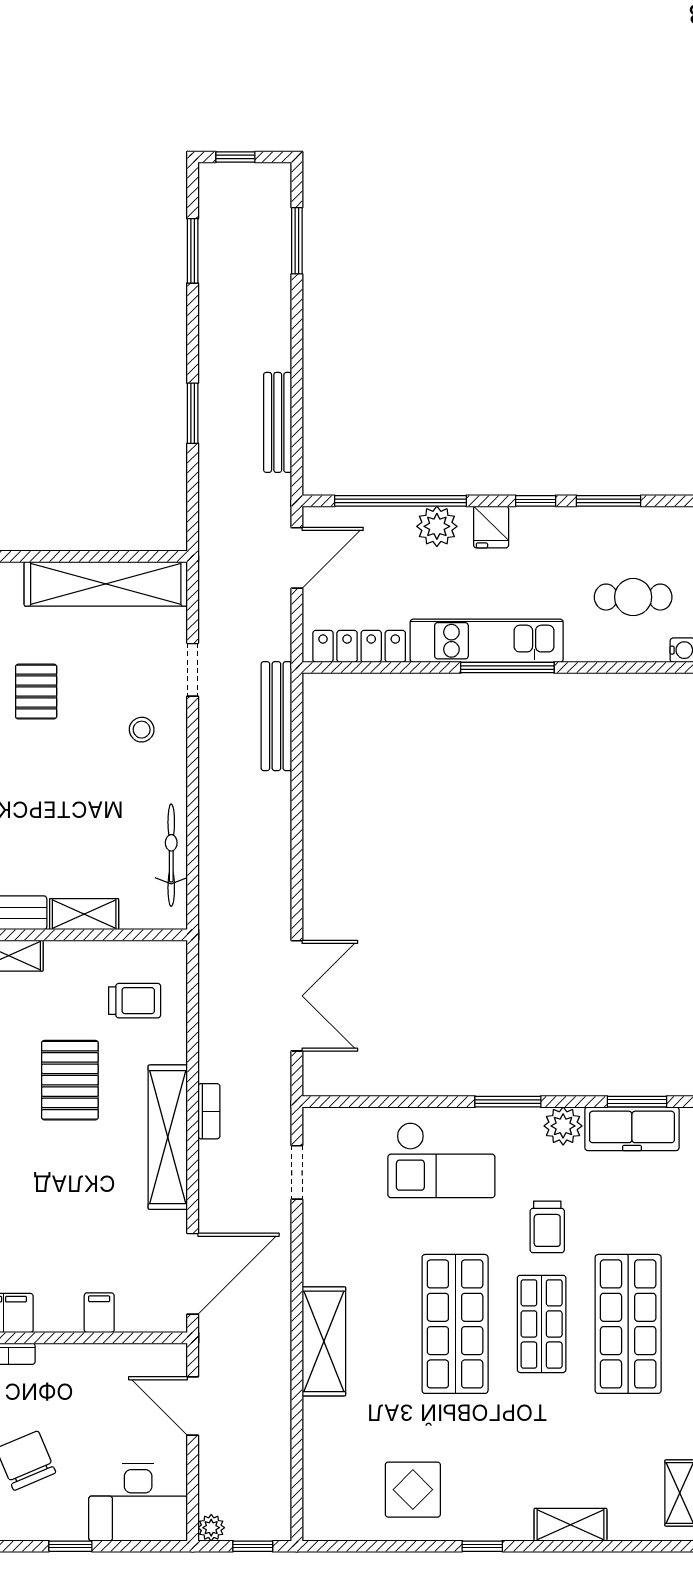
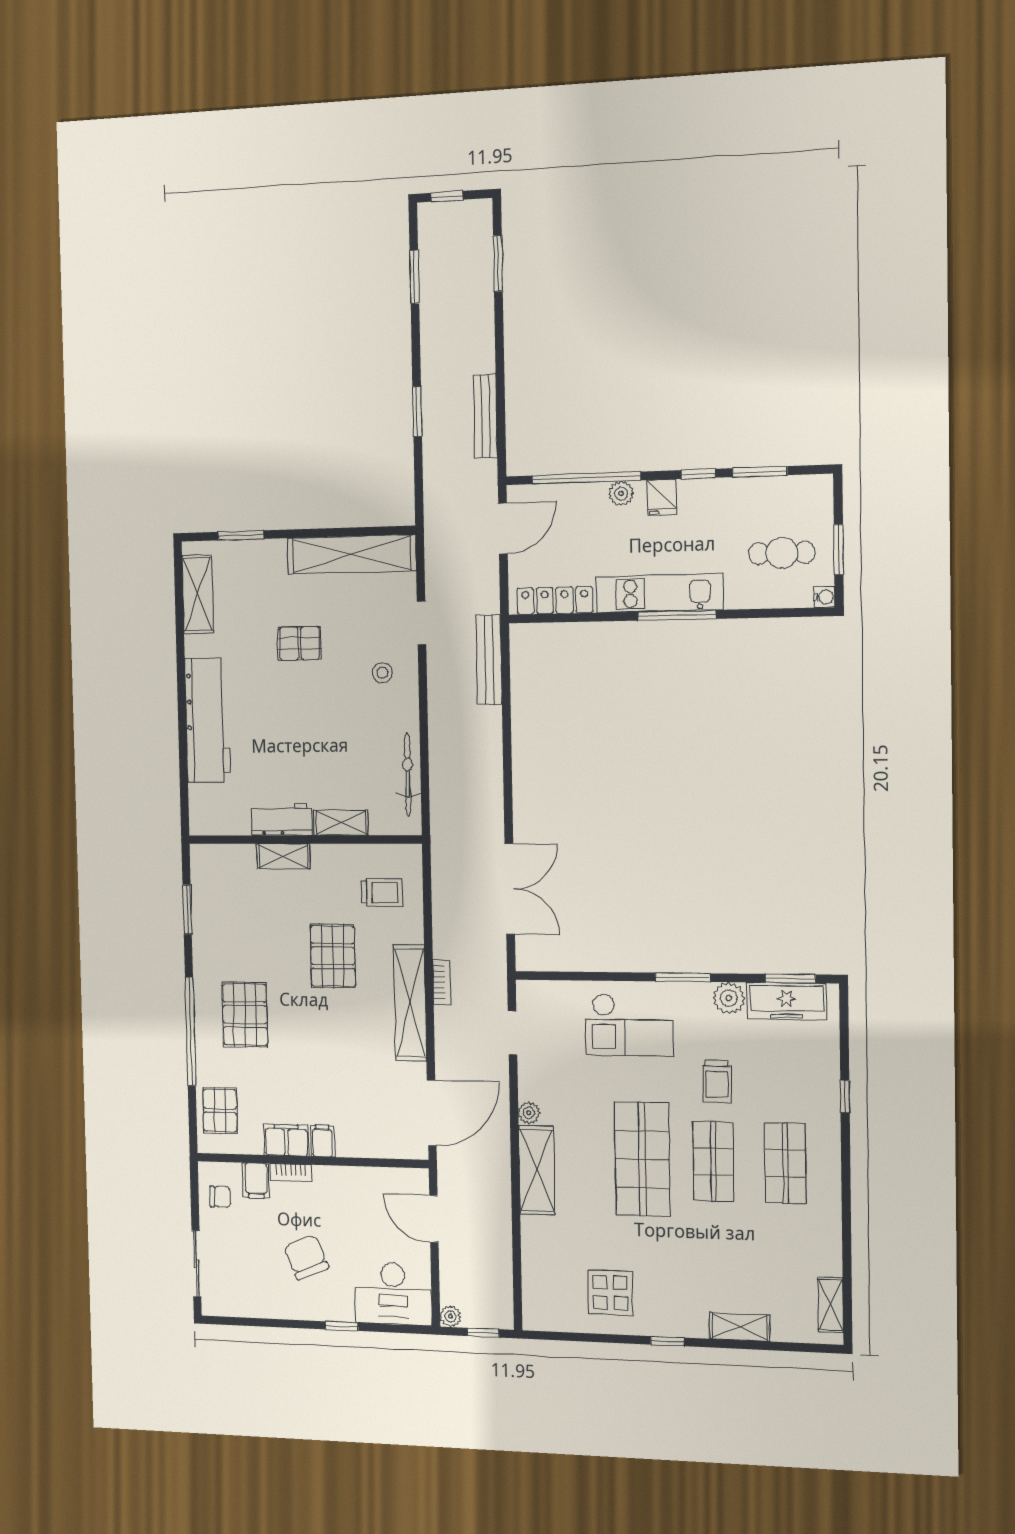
plant: (437, 526) -> (621, 493), width x0.73, depth x0.73
pallet: (36, 692) -> (299, 643), turned 90
plant: (315, 1271) -> (529, 1113), added
filing cabinet: (99, 1313) -> (322, 1141), moved
shop shelf: (628, 1324) -> (785, 1163), width x0.70, depth x0.74

